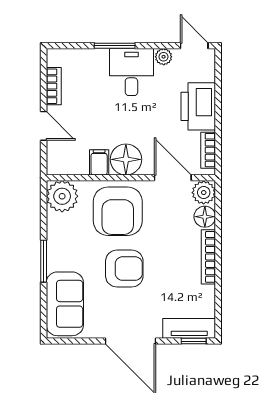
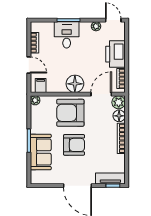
desk: (131, 72) -> (67, 35), moved
filing cabinet: (99, 162) -> (41, 85), moved
door: (173, 178) -> (101, 94), hinge flipped
plant: (62, 196) -> (35, 100), width x0.53, depth x0.53
armchair: (118, 211) -> (70, 113), turned 90
sofa: (65, 304) -> (41, 152), moved

